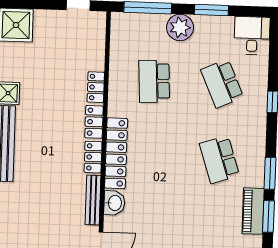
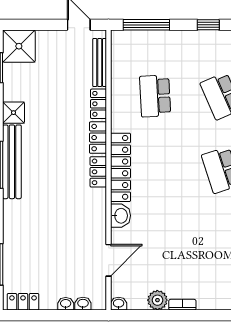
window: (211, 10) -> (208, 25), width x0.67
plant: (180, 27) -> (178, 43), removed
bench: (93, 200) -> (100, 63), moved

